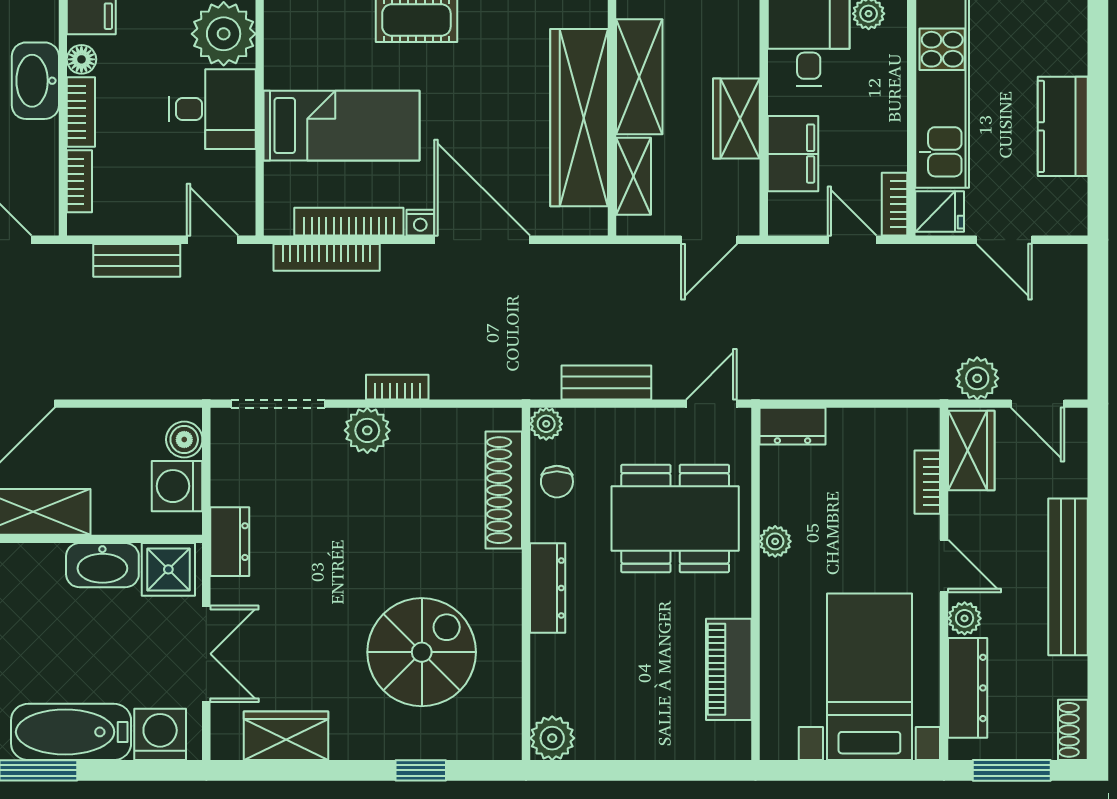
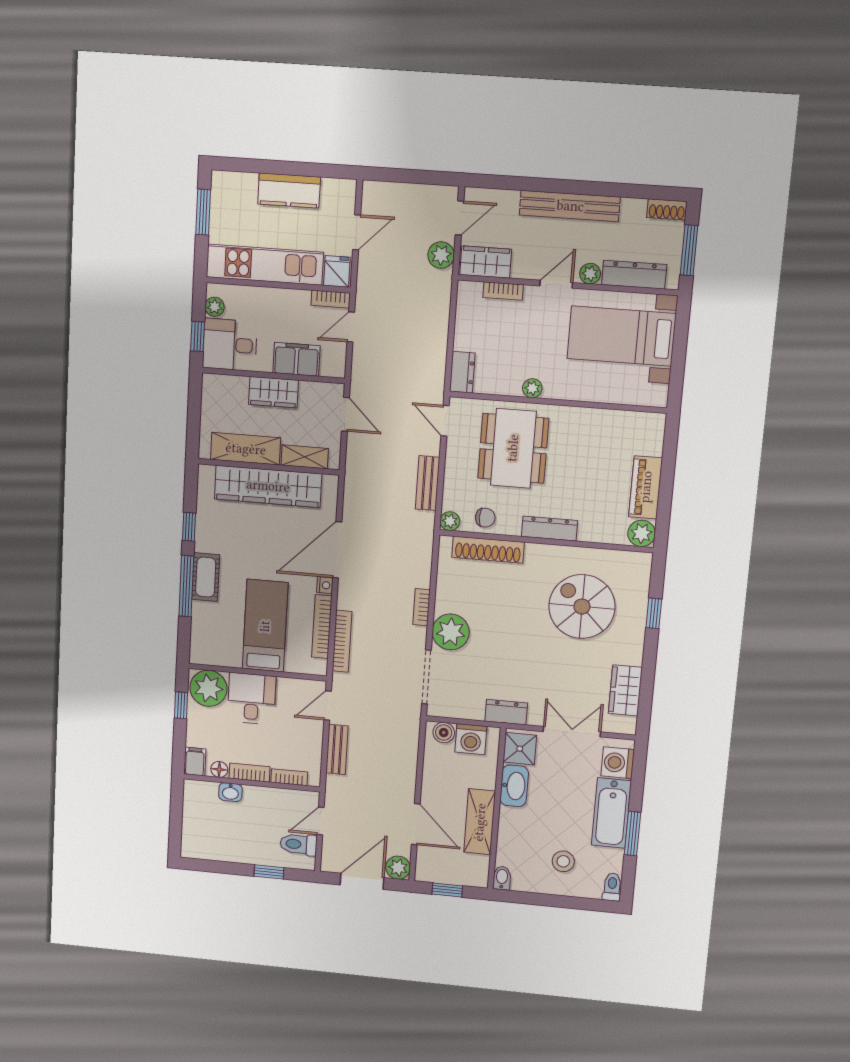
washbasin: (35, 81) -> (230, 792), width x0.52, depth x0.69
plant: (367, 430) -> (451, 632), width x1.36, depth x1.36
piano: (729, 669) -> (646, 487), moved, turned 90

